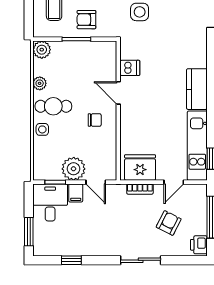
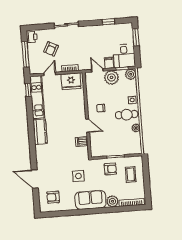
plant: (42, 50) -> (131, 74), moved

